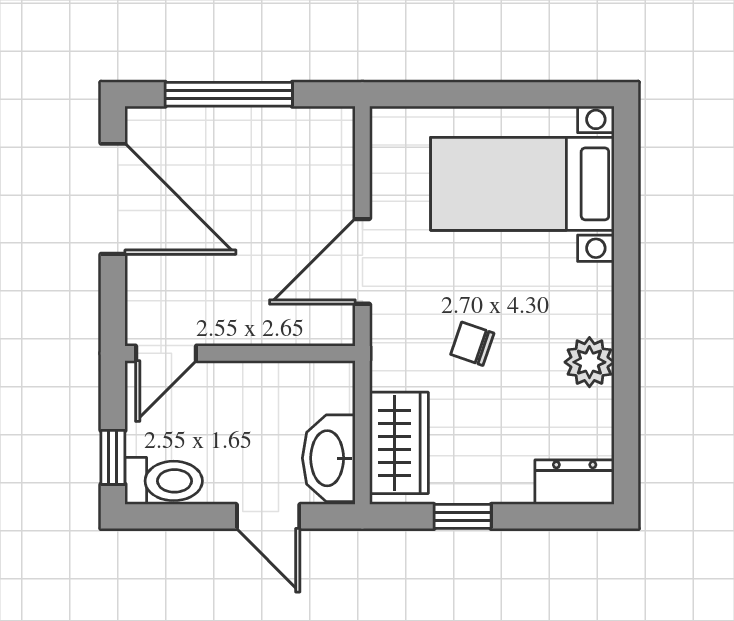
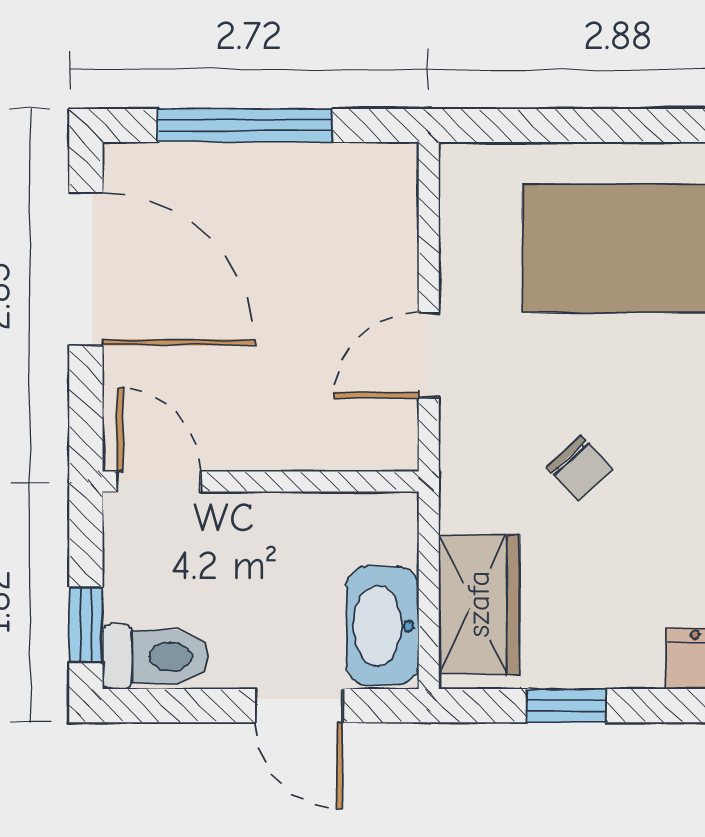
door: (362, 261) -> (429, 355), width x0.73
chair: (472, 344) -> (580, 468), turned -151
door: (166, 353) -> (159, 481), swing flipped

